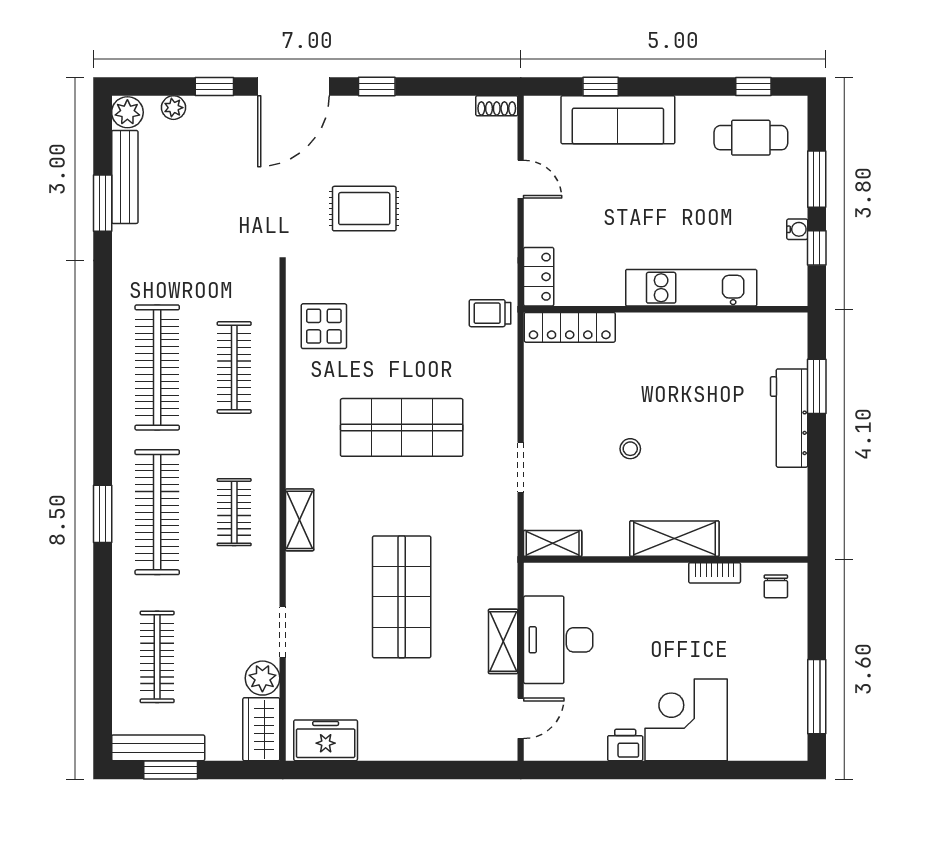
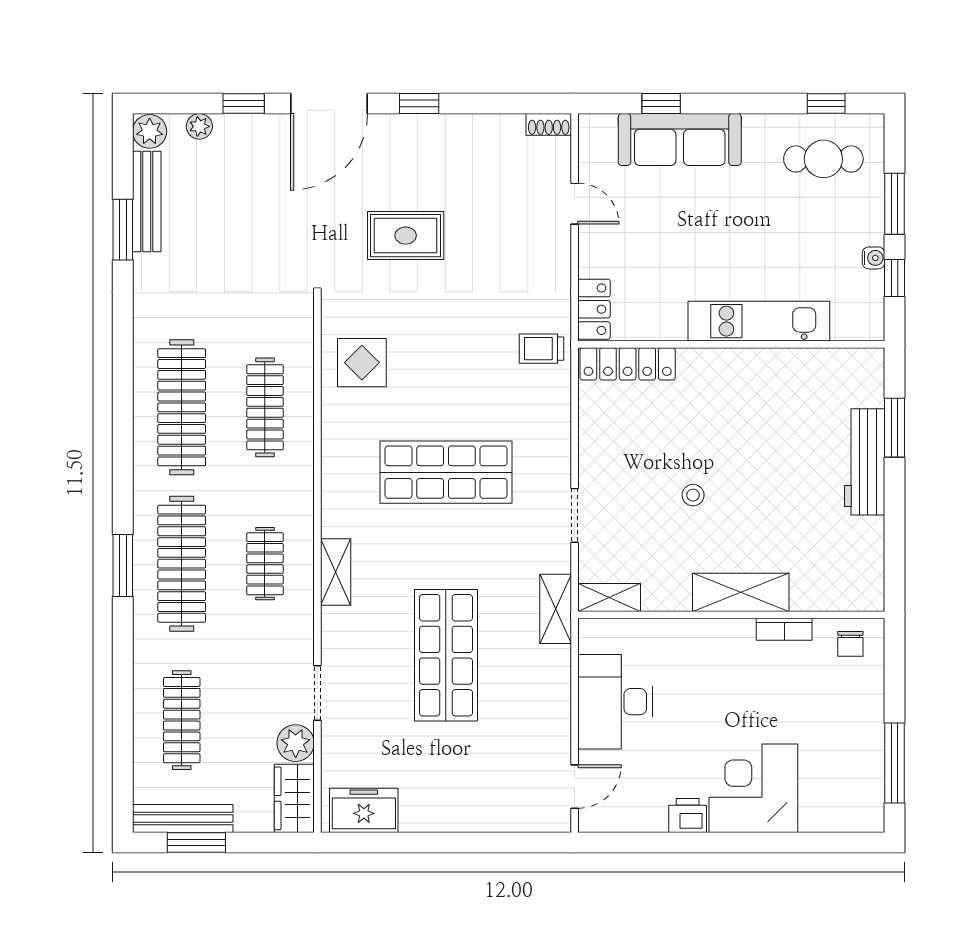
shelving: (503, 641) -> (556, 609), moved

